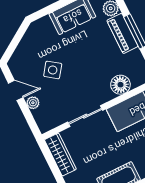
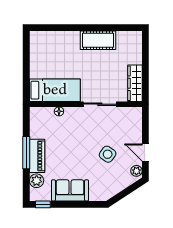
floor lamp: (120, 85) -> (59, 111), width x0.53, depth x0.53
plant: (33, 103) -> (136, 171), moved

